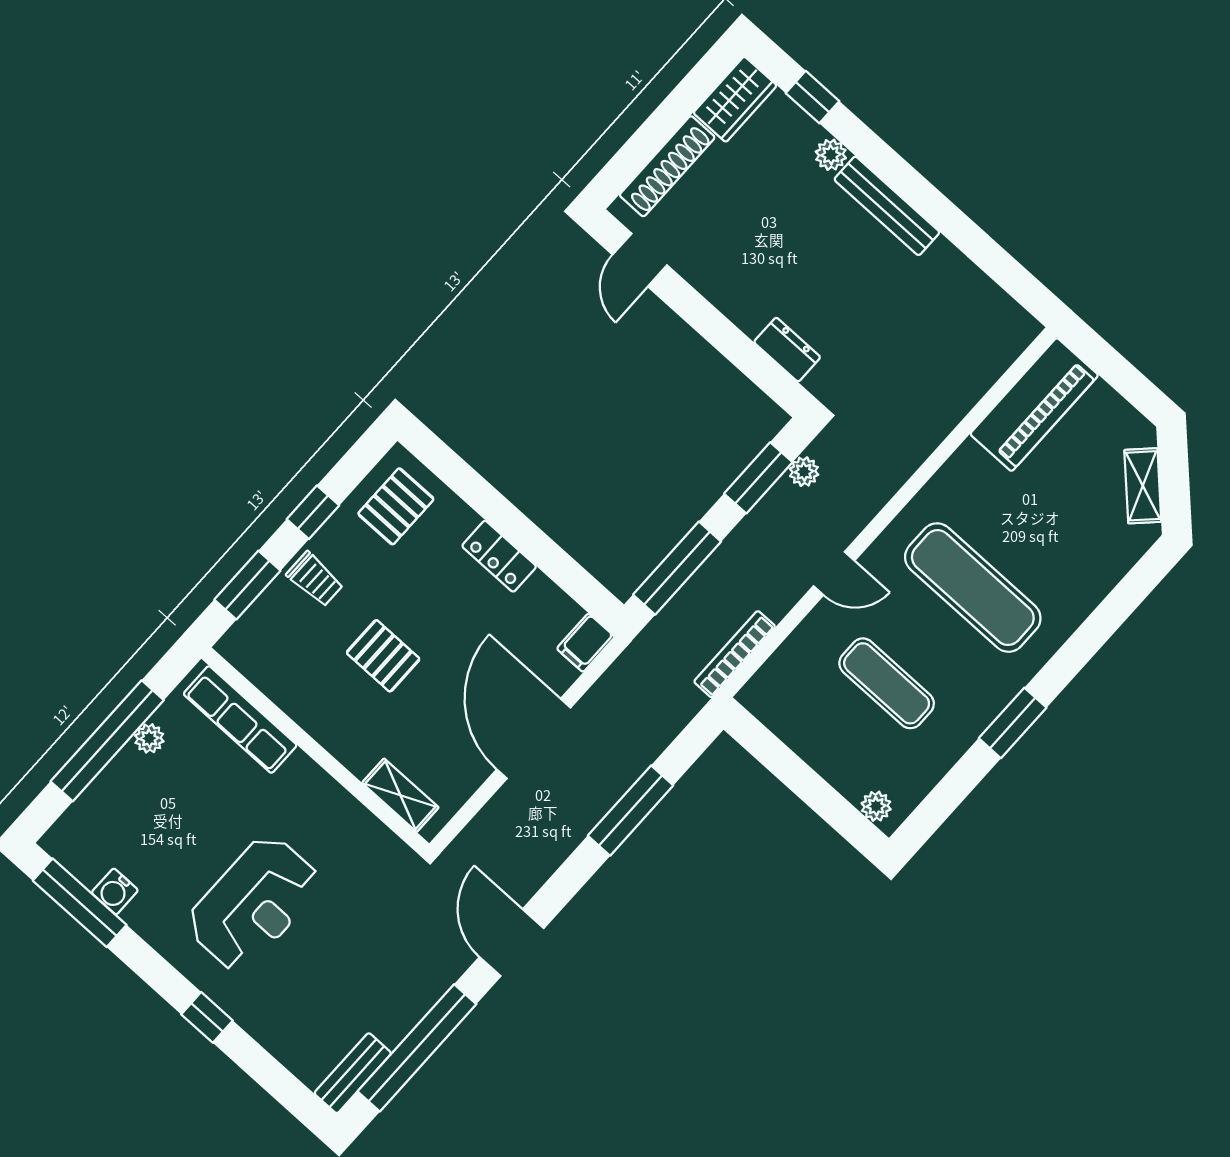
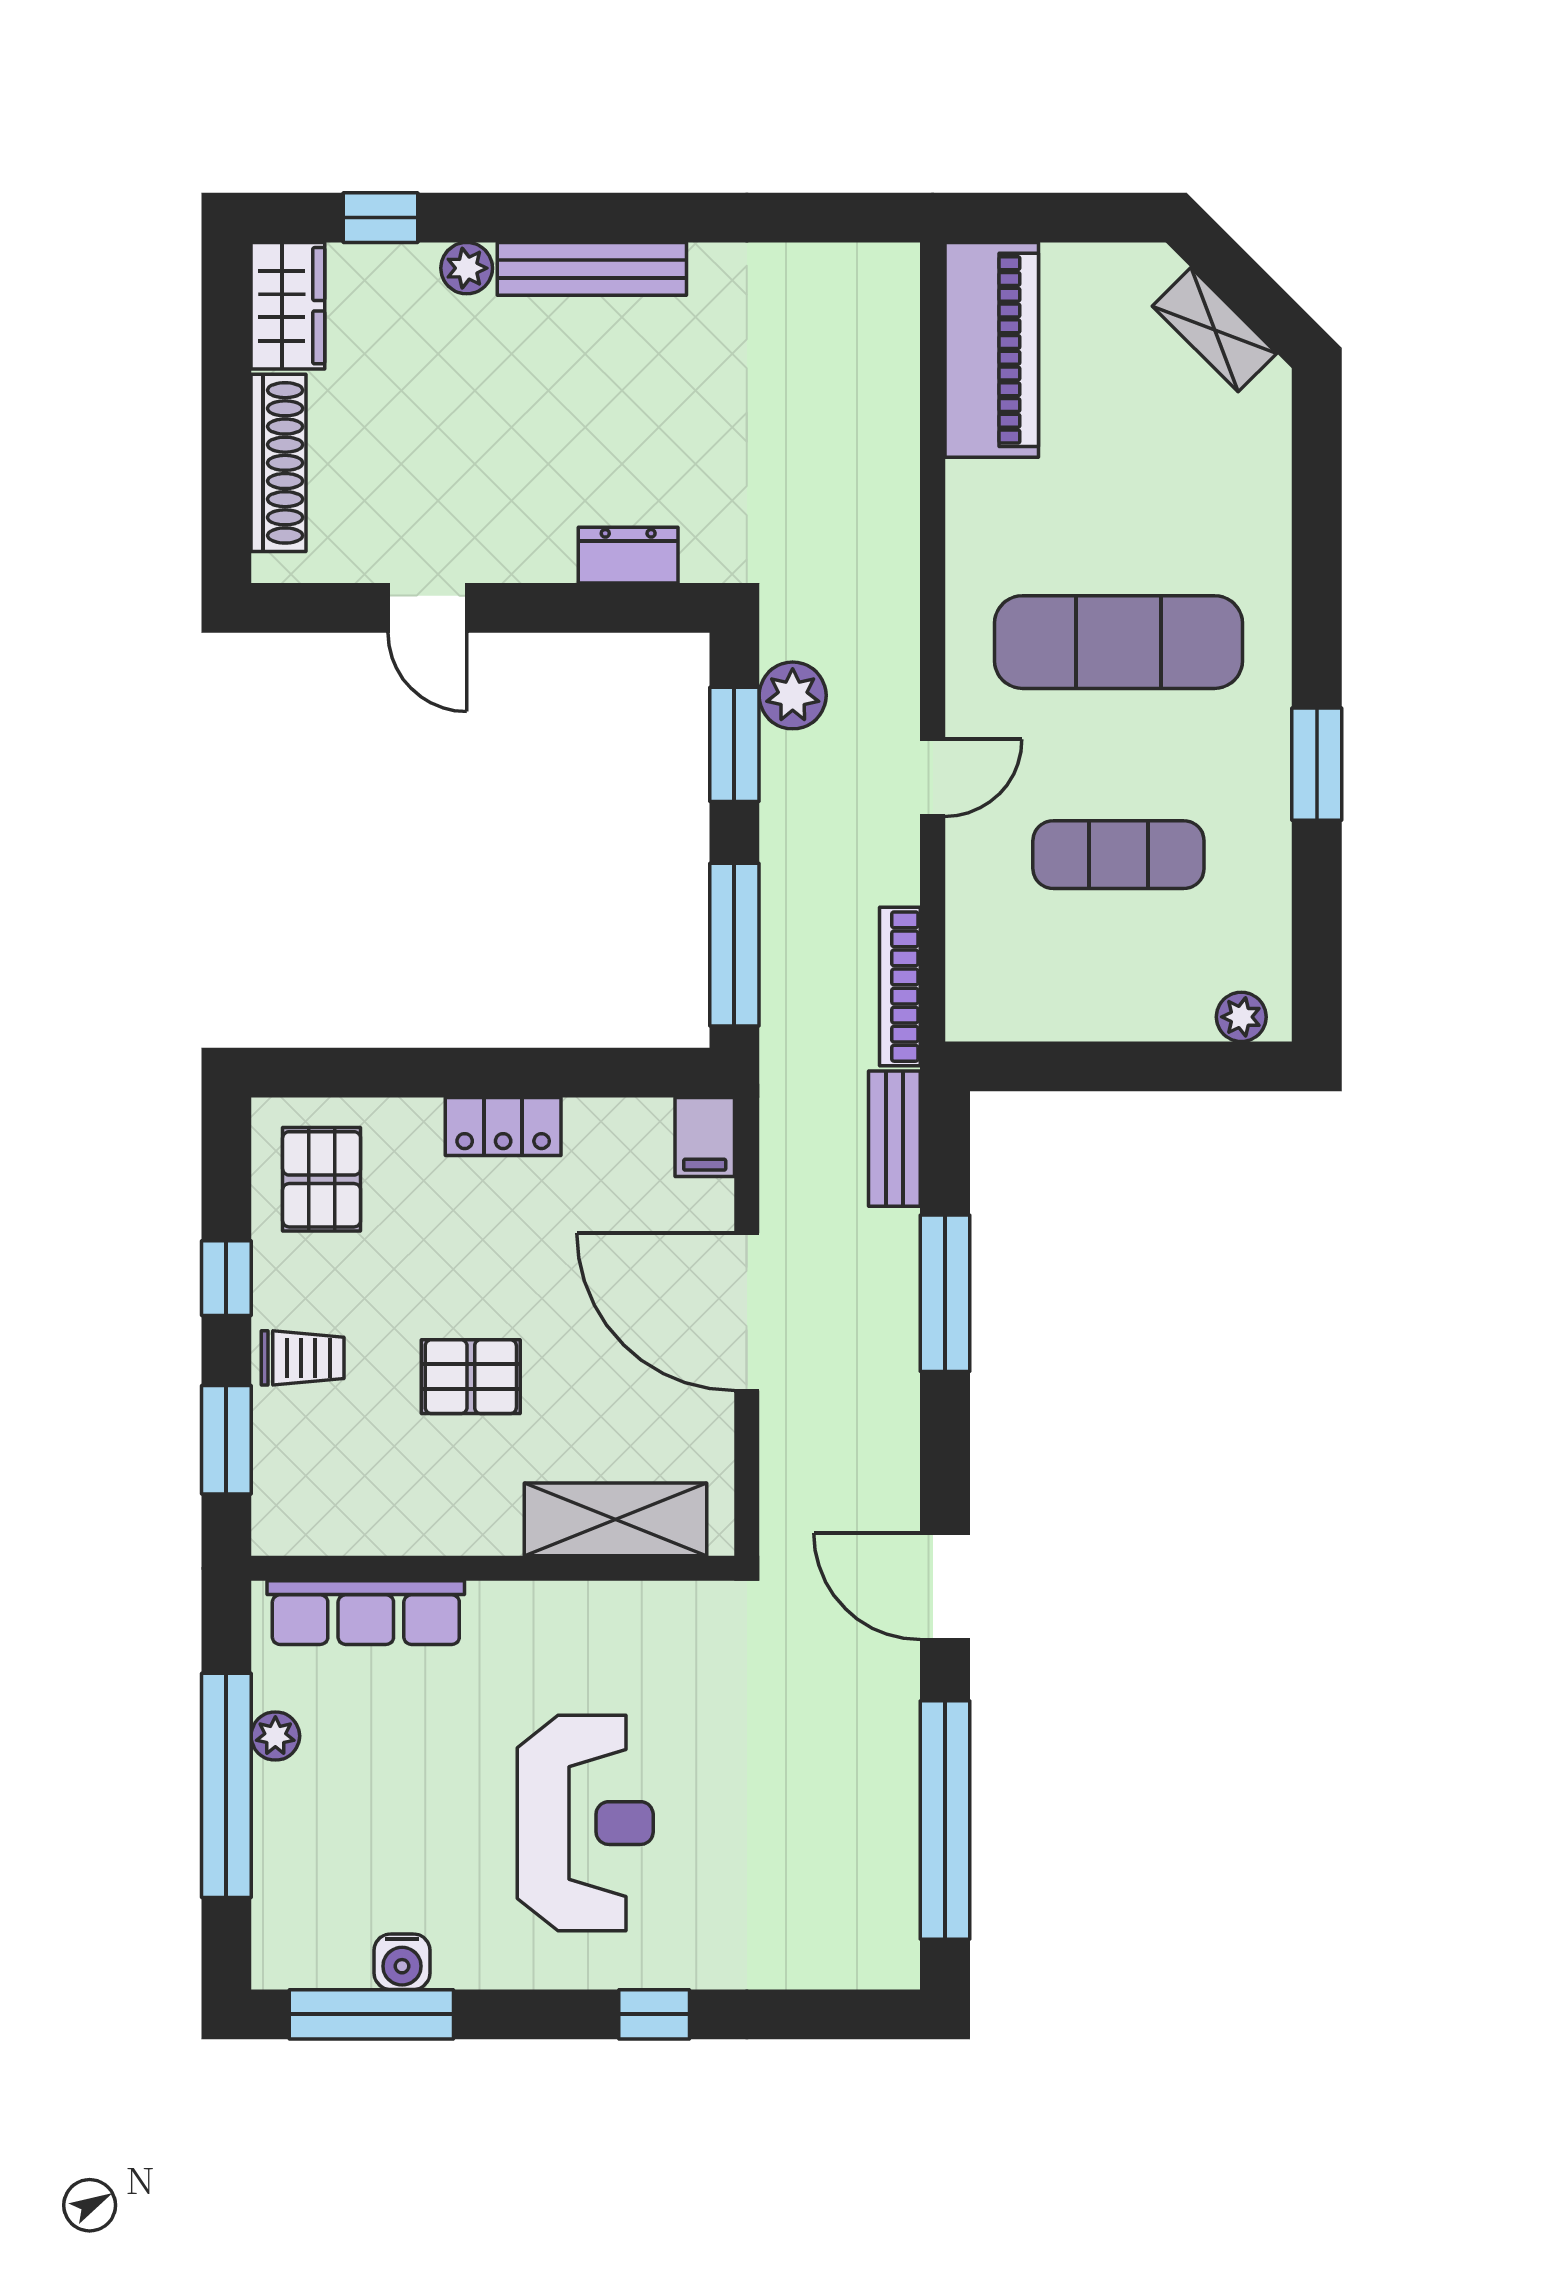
door: (640, 260) -> (427, 608), moved
plant: (804, 472) -> (793, 695), width x1.38, depth x1.38
shelving: (400, 795) -> (616, 1519), width x1.50, depth x1.33
bench: (353, 1073) -> (894, 1139), moved

